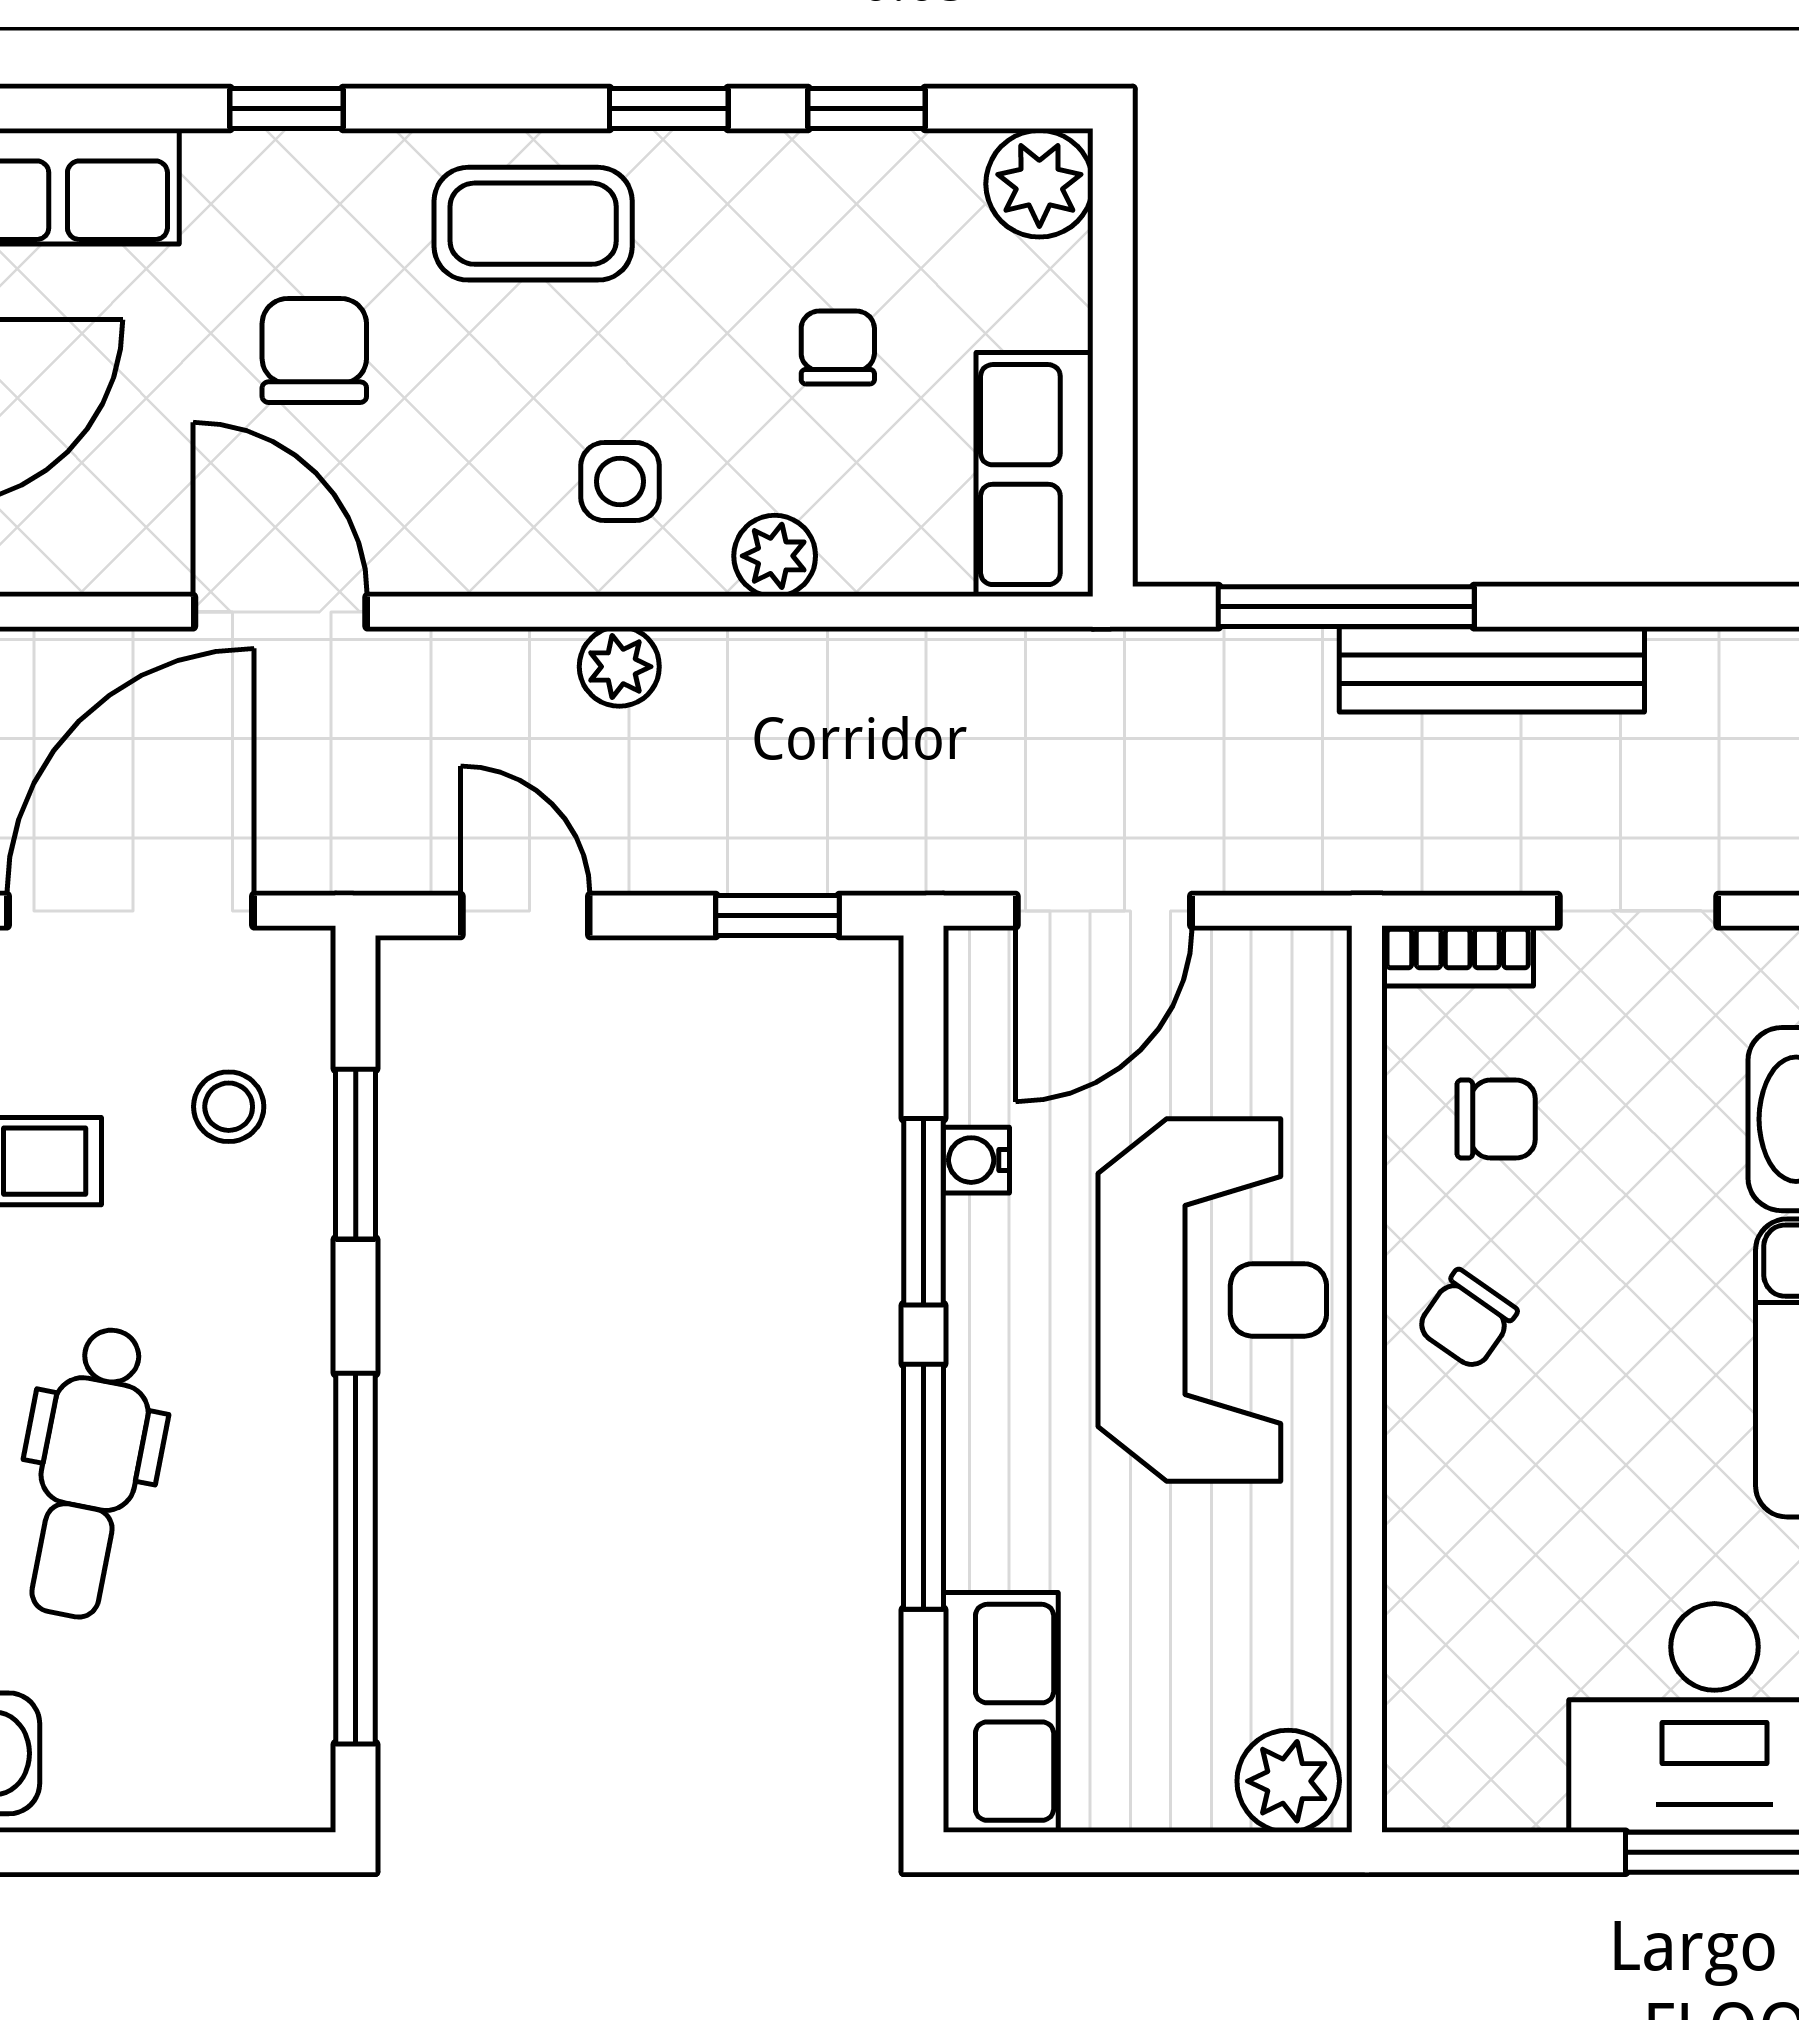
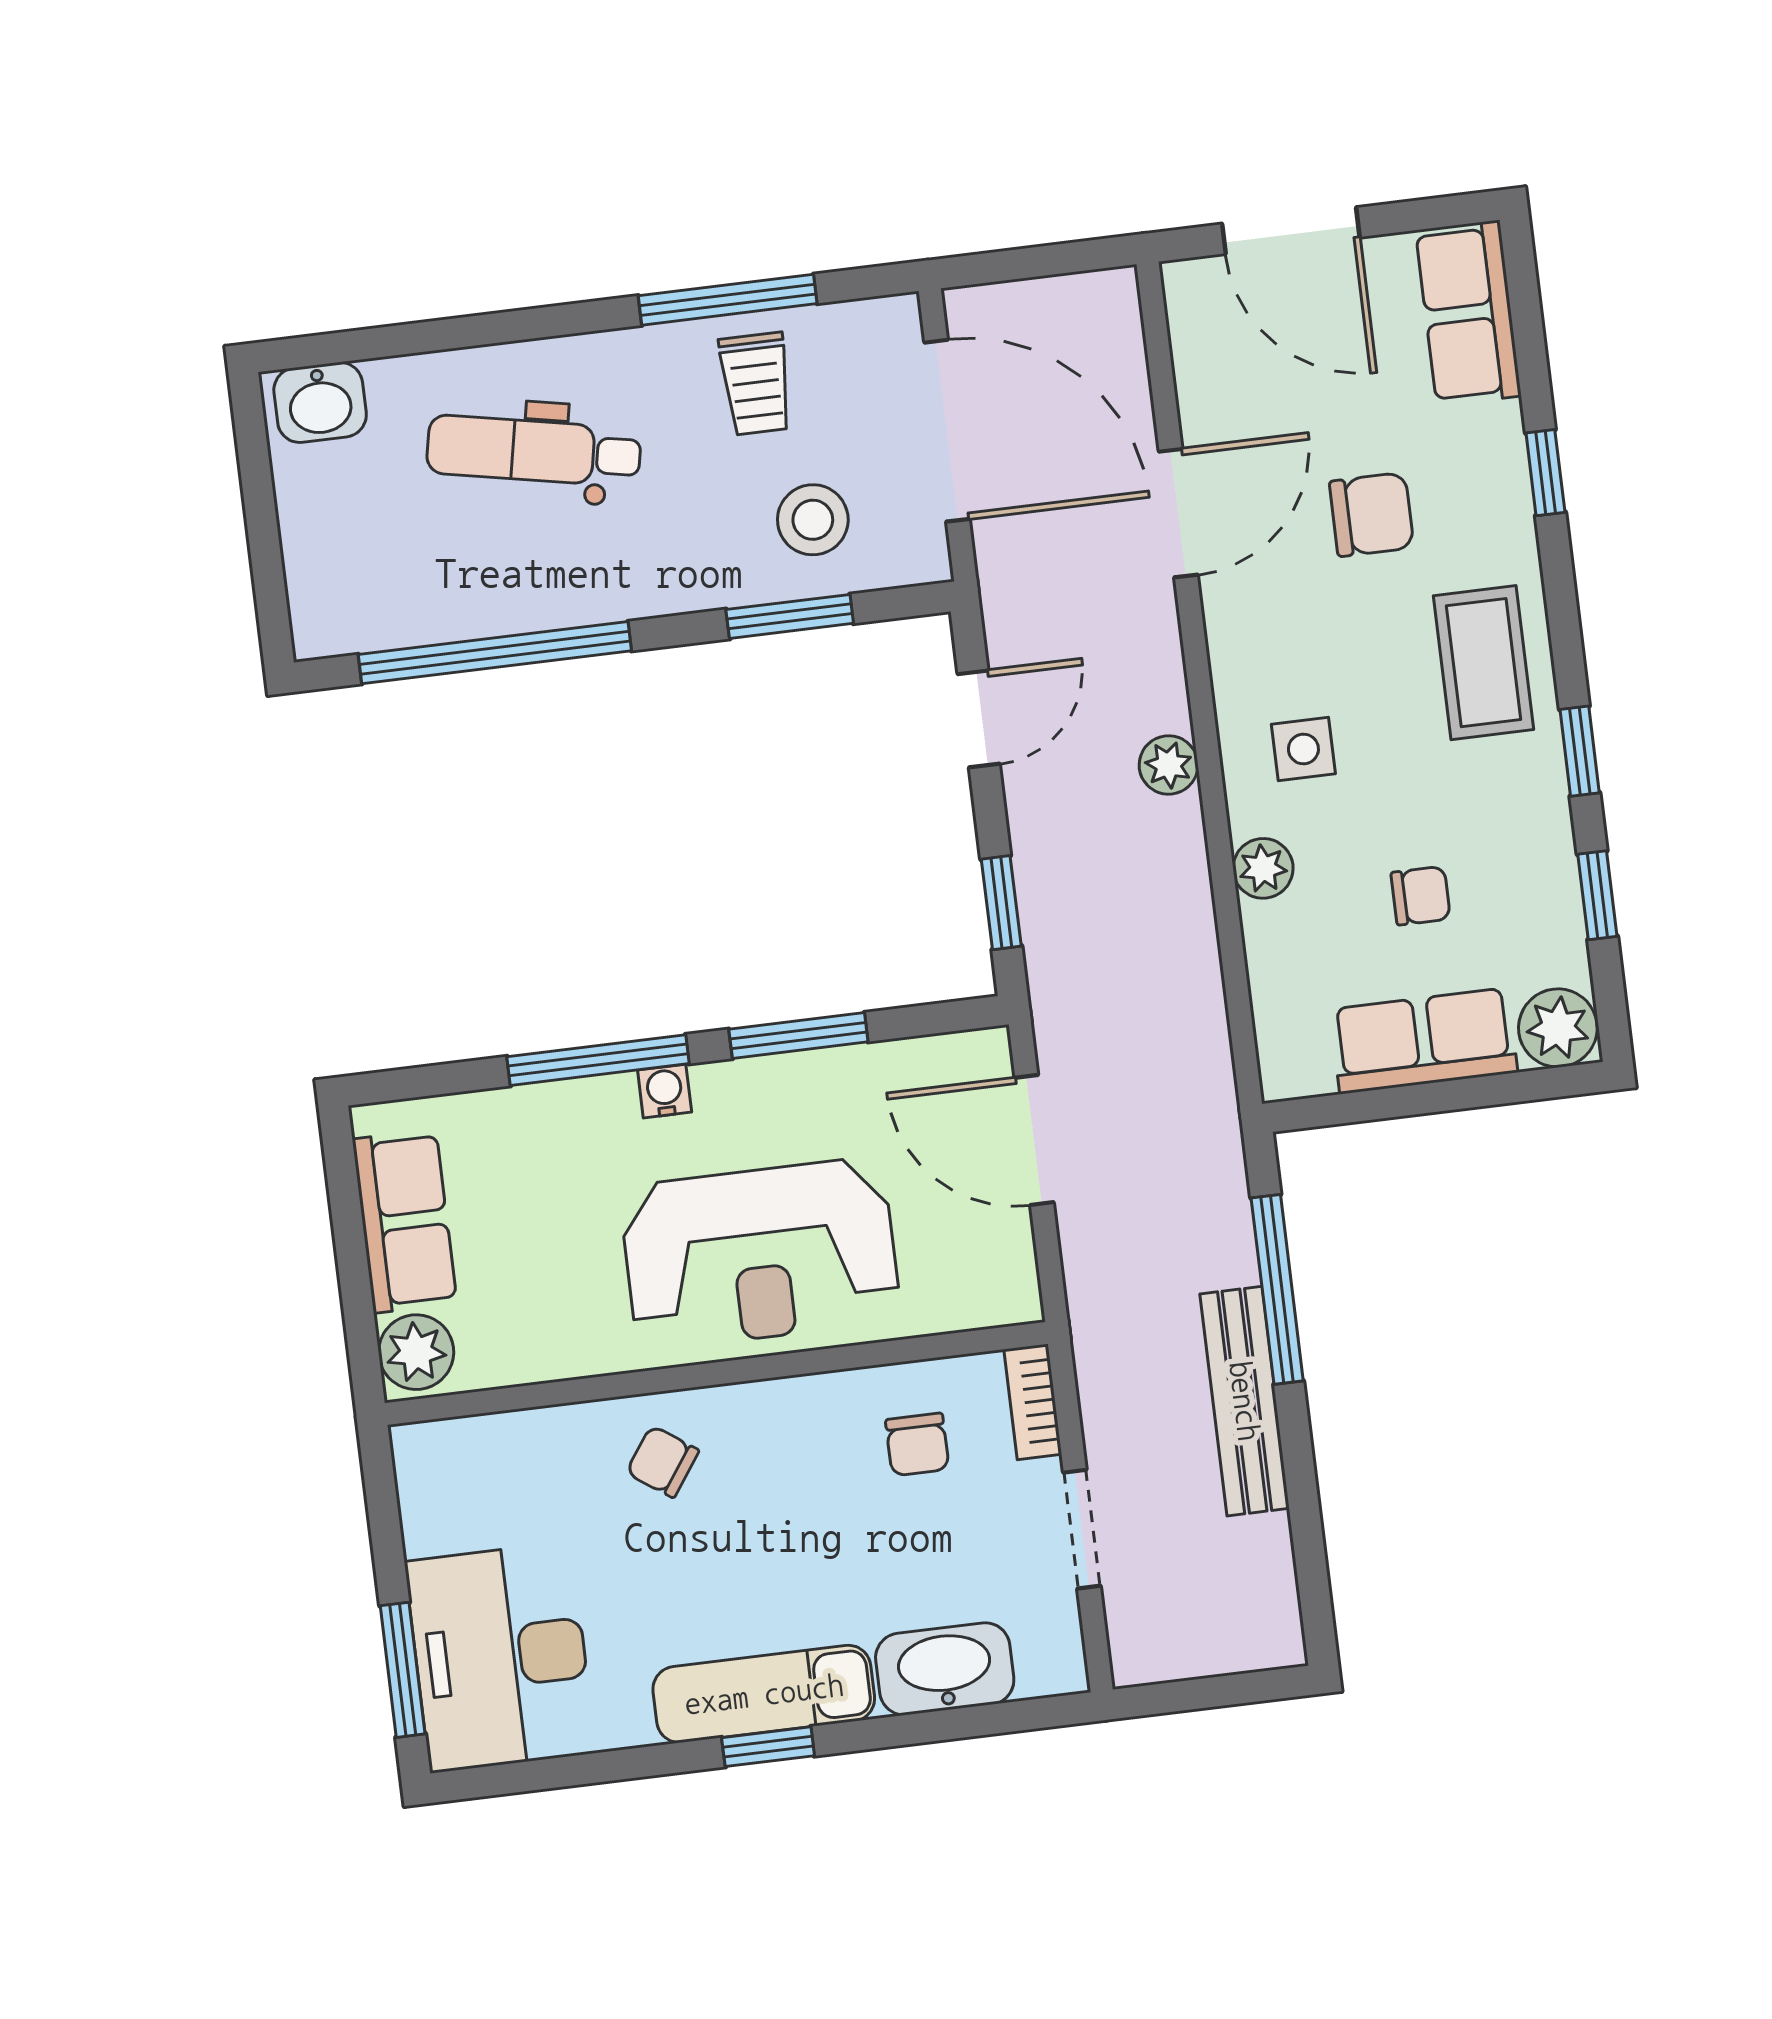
row of seats: (1034, 475) -> (1424, 1041), moved
stool: (229, 1107) -> (813, 520), width x1.37, depth x1.37
water cooler: (976, 1160) -> (665, 1091), moved
chair: (1467, 1320) -> (663, 1462), moved
row of seats: (1001, 1712) -> (405, 1221), moved, turned -90

